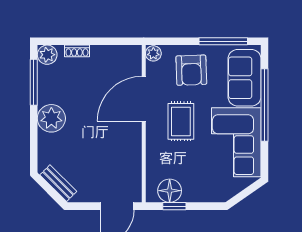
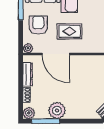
dresser: (110, 53) -> (28, 74), added
armchair: (191, 70) -> (38, 25), turned -88
plant: (51, 118) -> (57, 110), moved

